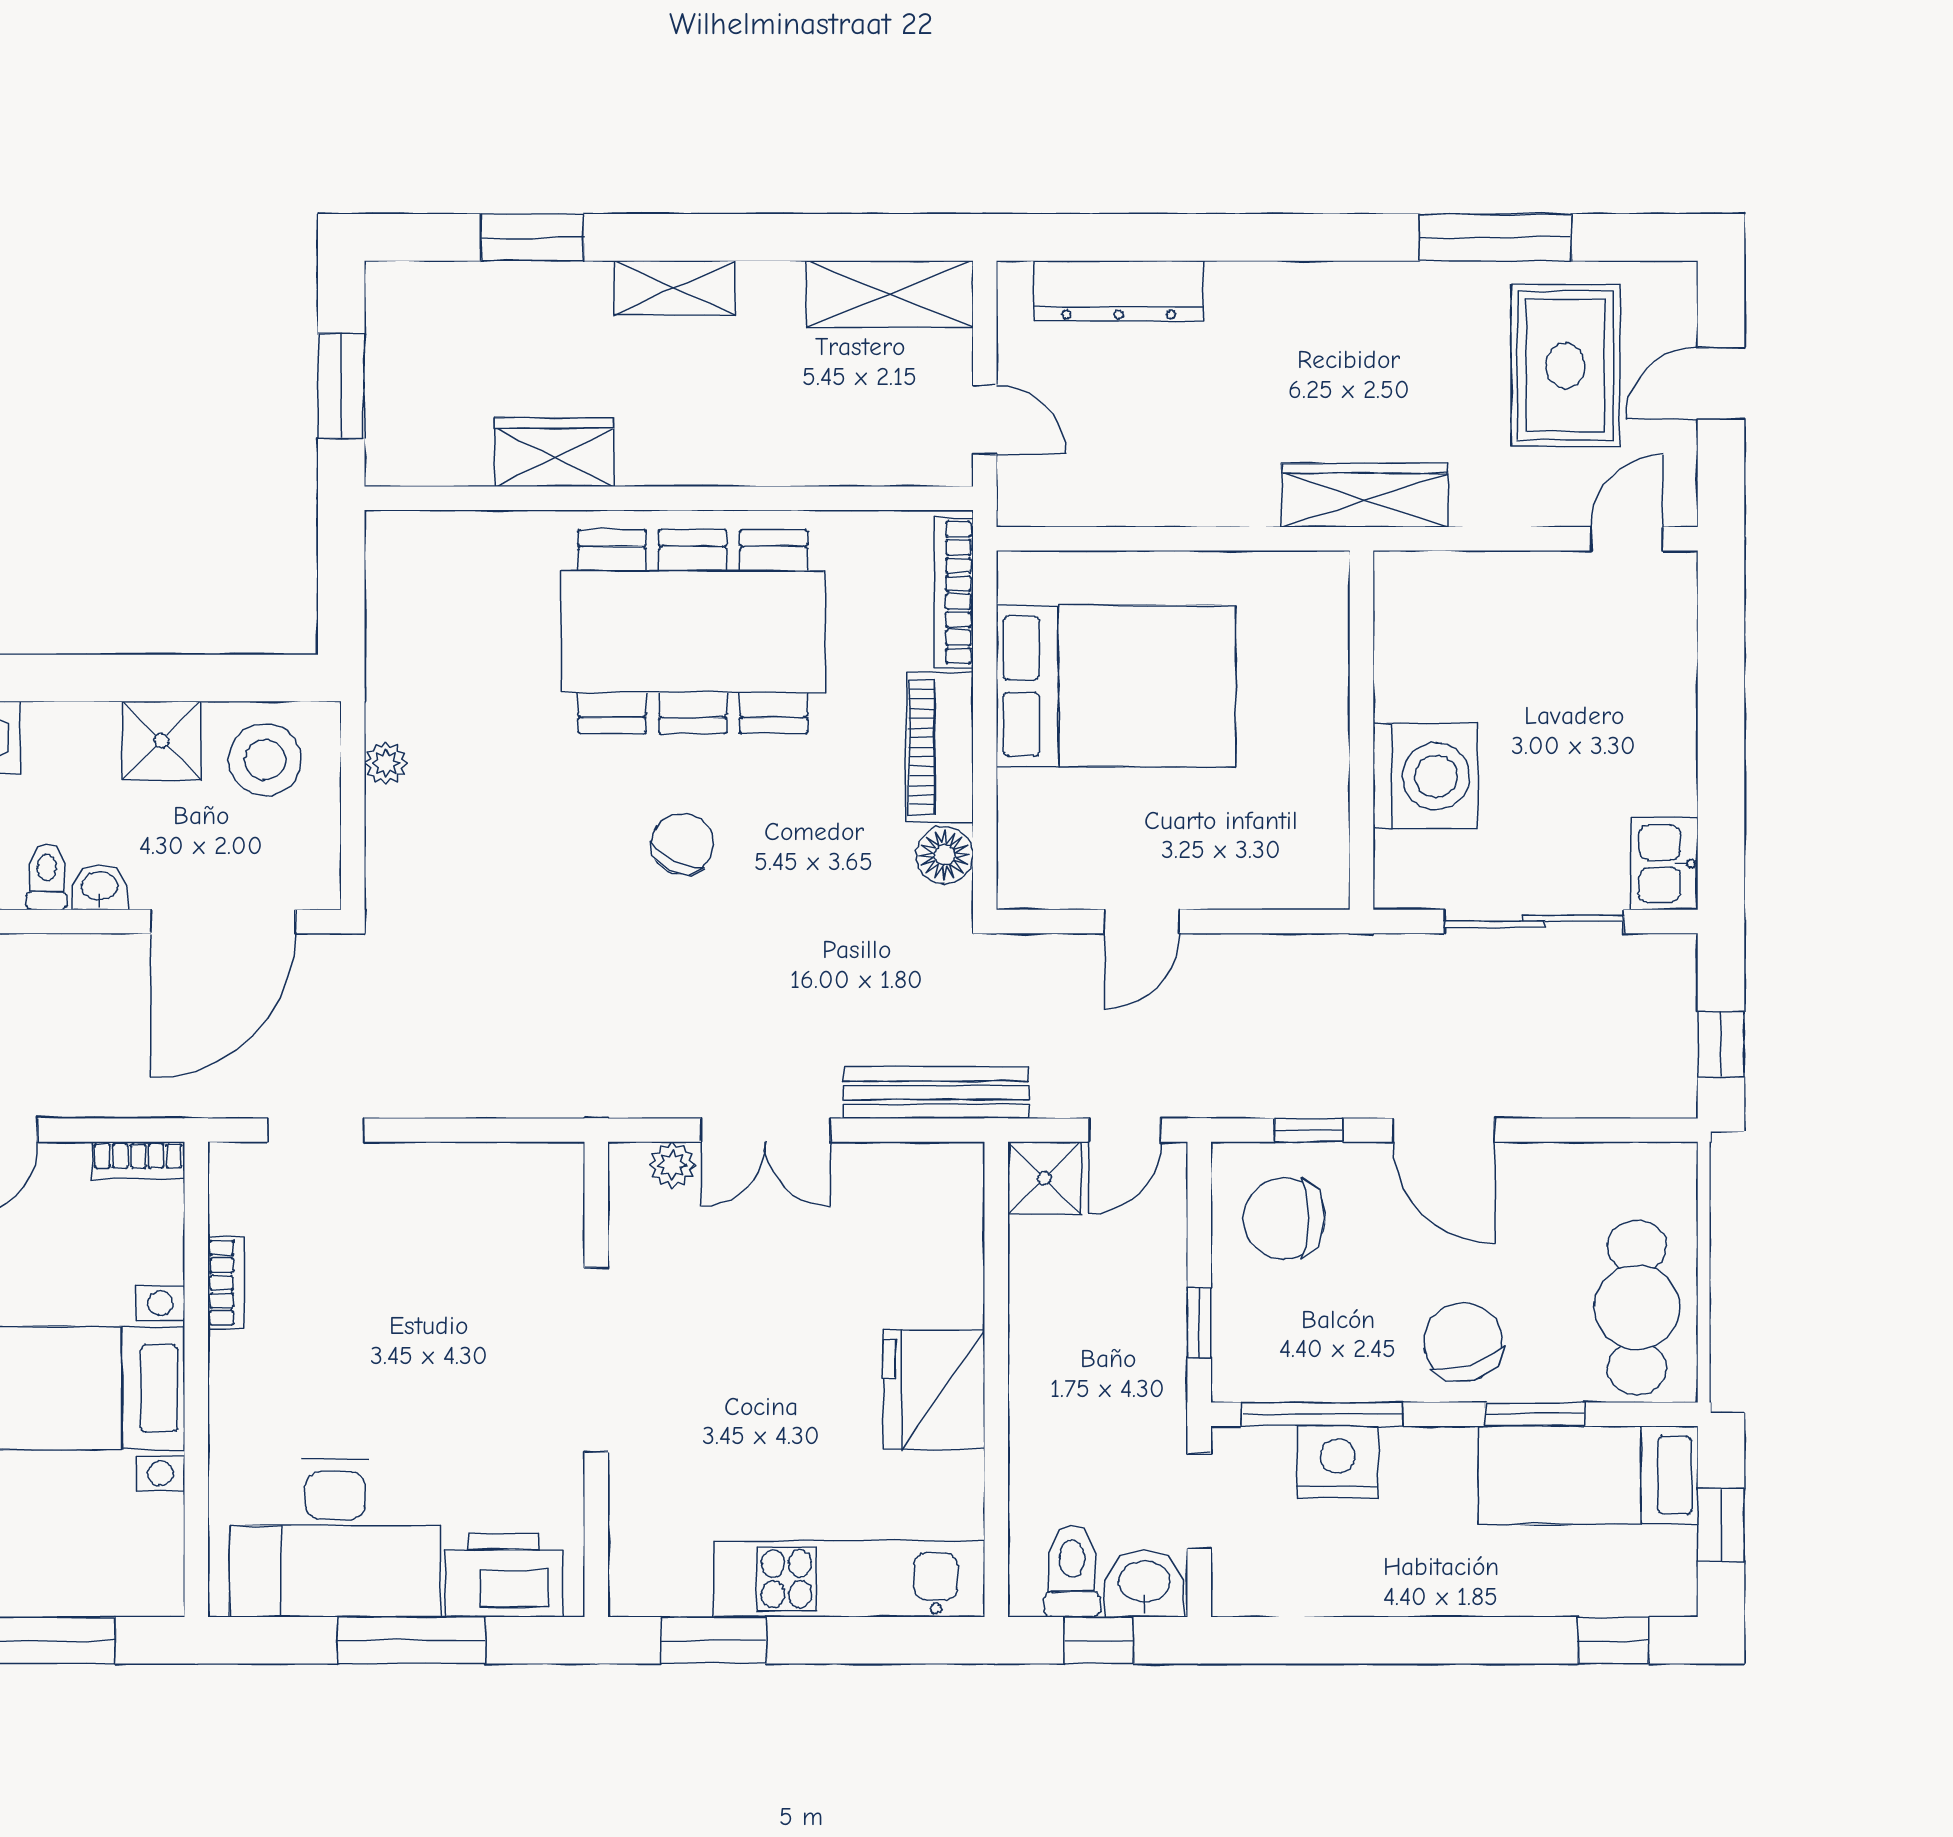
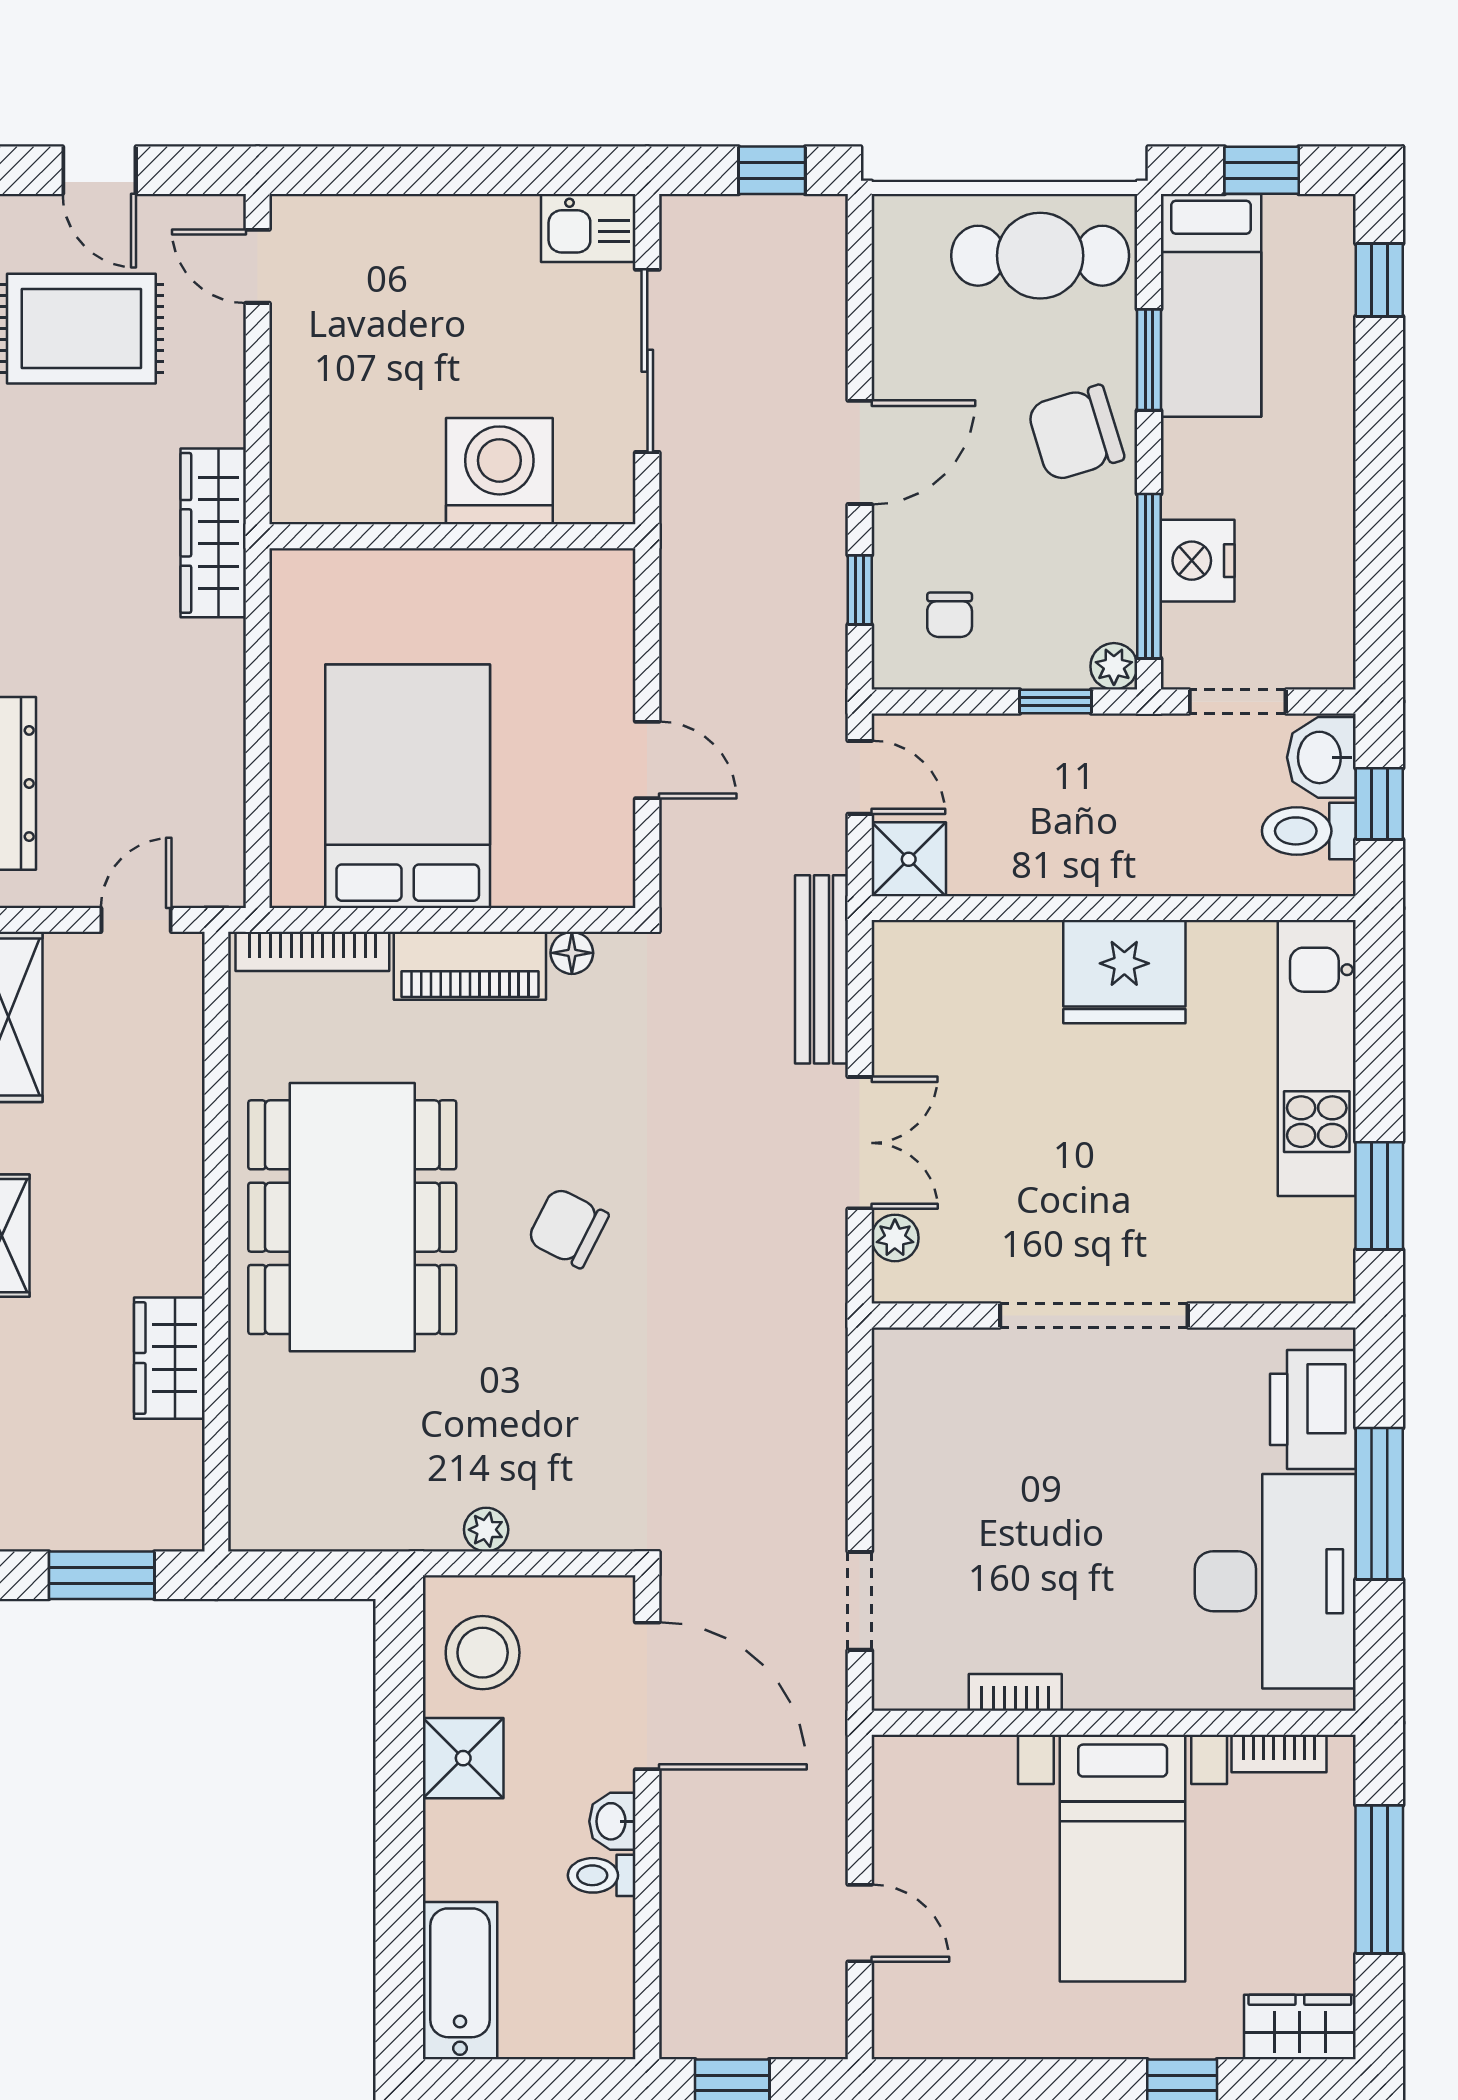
floor lamp: (945, 855) -> (572, 953), width x0.73, depth x0.73
bookcase: (138, 1160) -> (1279, 1754), moved, turned 90
chair: (1284, 1218) -> (950, 615), width x0.54, depth x0.54
plant: (1234, 1380) -> (1114, 666), added

